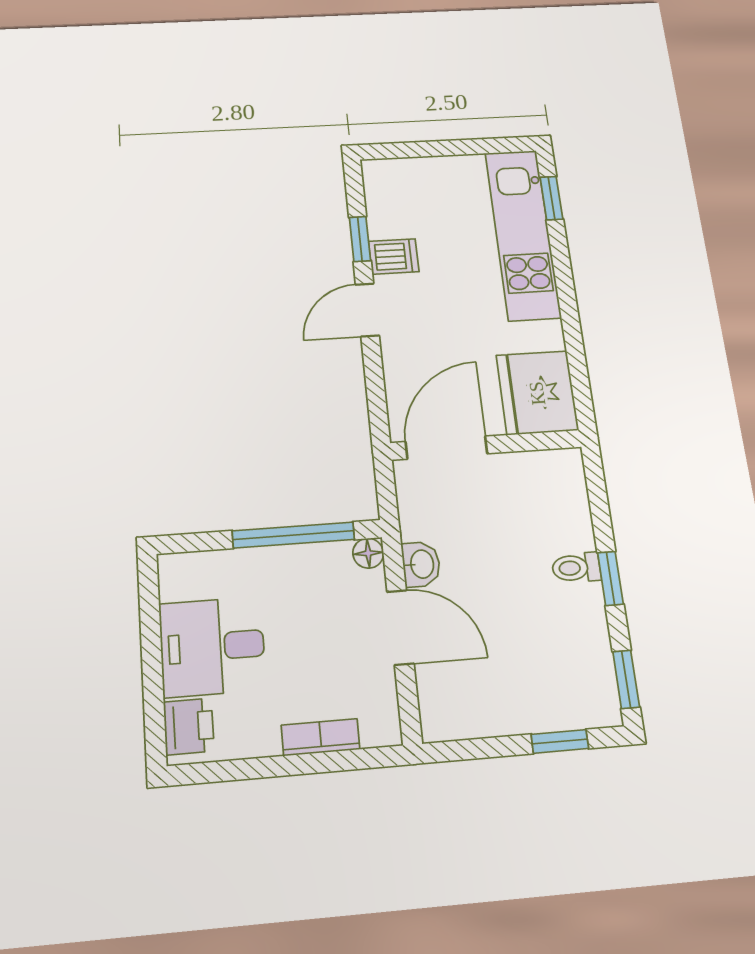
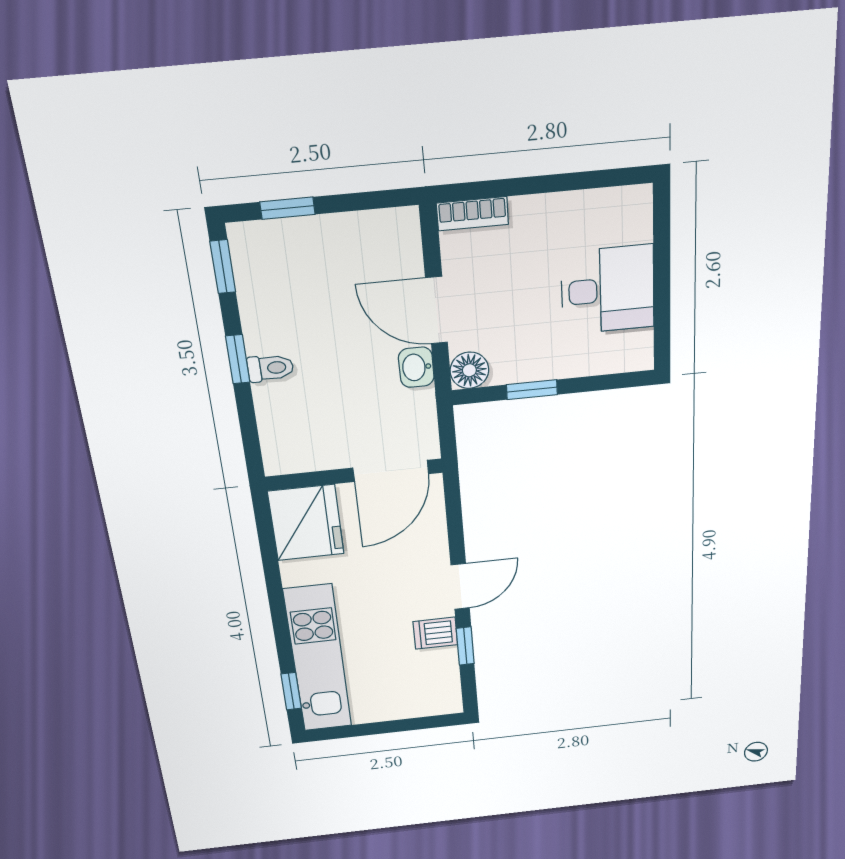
window: (293, 535) -> (532, 390), width x0.46
floor lamp: (368, 553) -> (469, 370), width x1.37, depth x1.37
printer: (189, 726) -> (632, 219), removed
bookcase: (320, 737) -> (472, 214), moved

